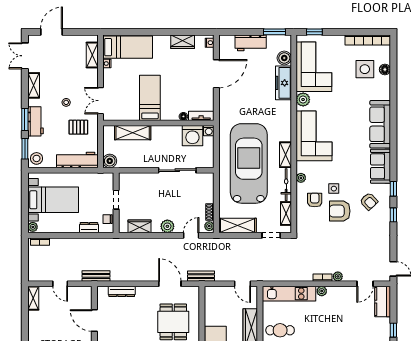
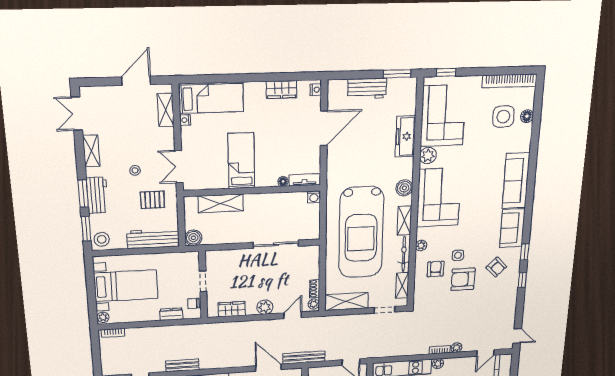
door: (51, 32) -> (136, 81), moved
boiler: (284, 58) -> (404, 188), moved
washing machine: (192, 136) -> (294, 204), removed
car: (249, 163) -> (361, 232), turned 180
bench: (201, 276) -> (304, 357), width x1.36

